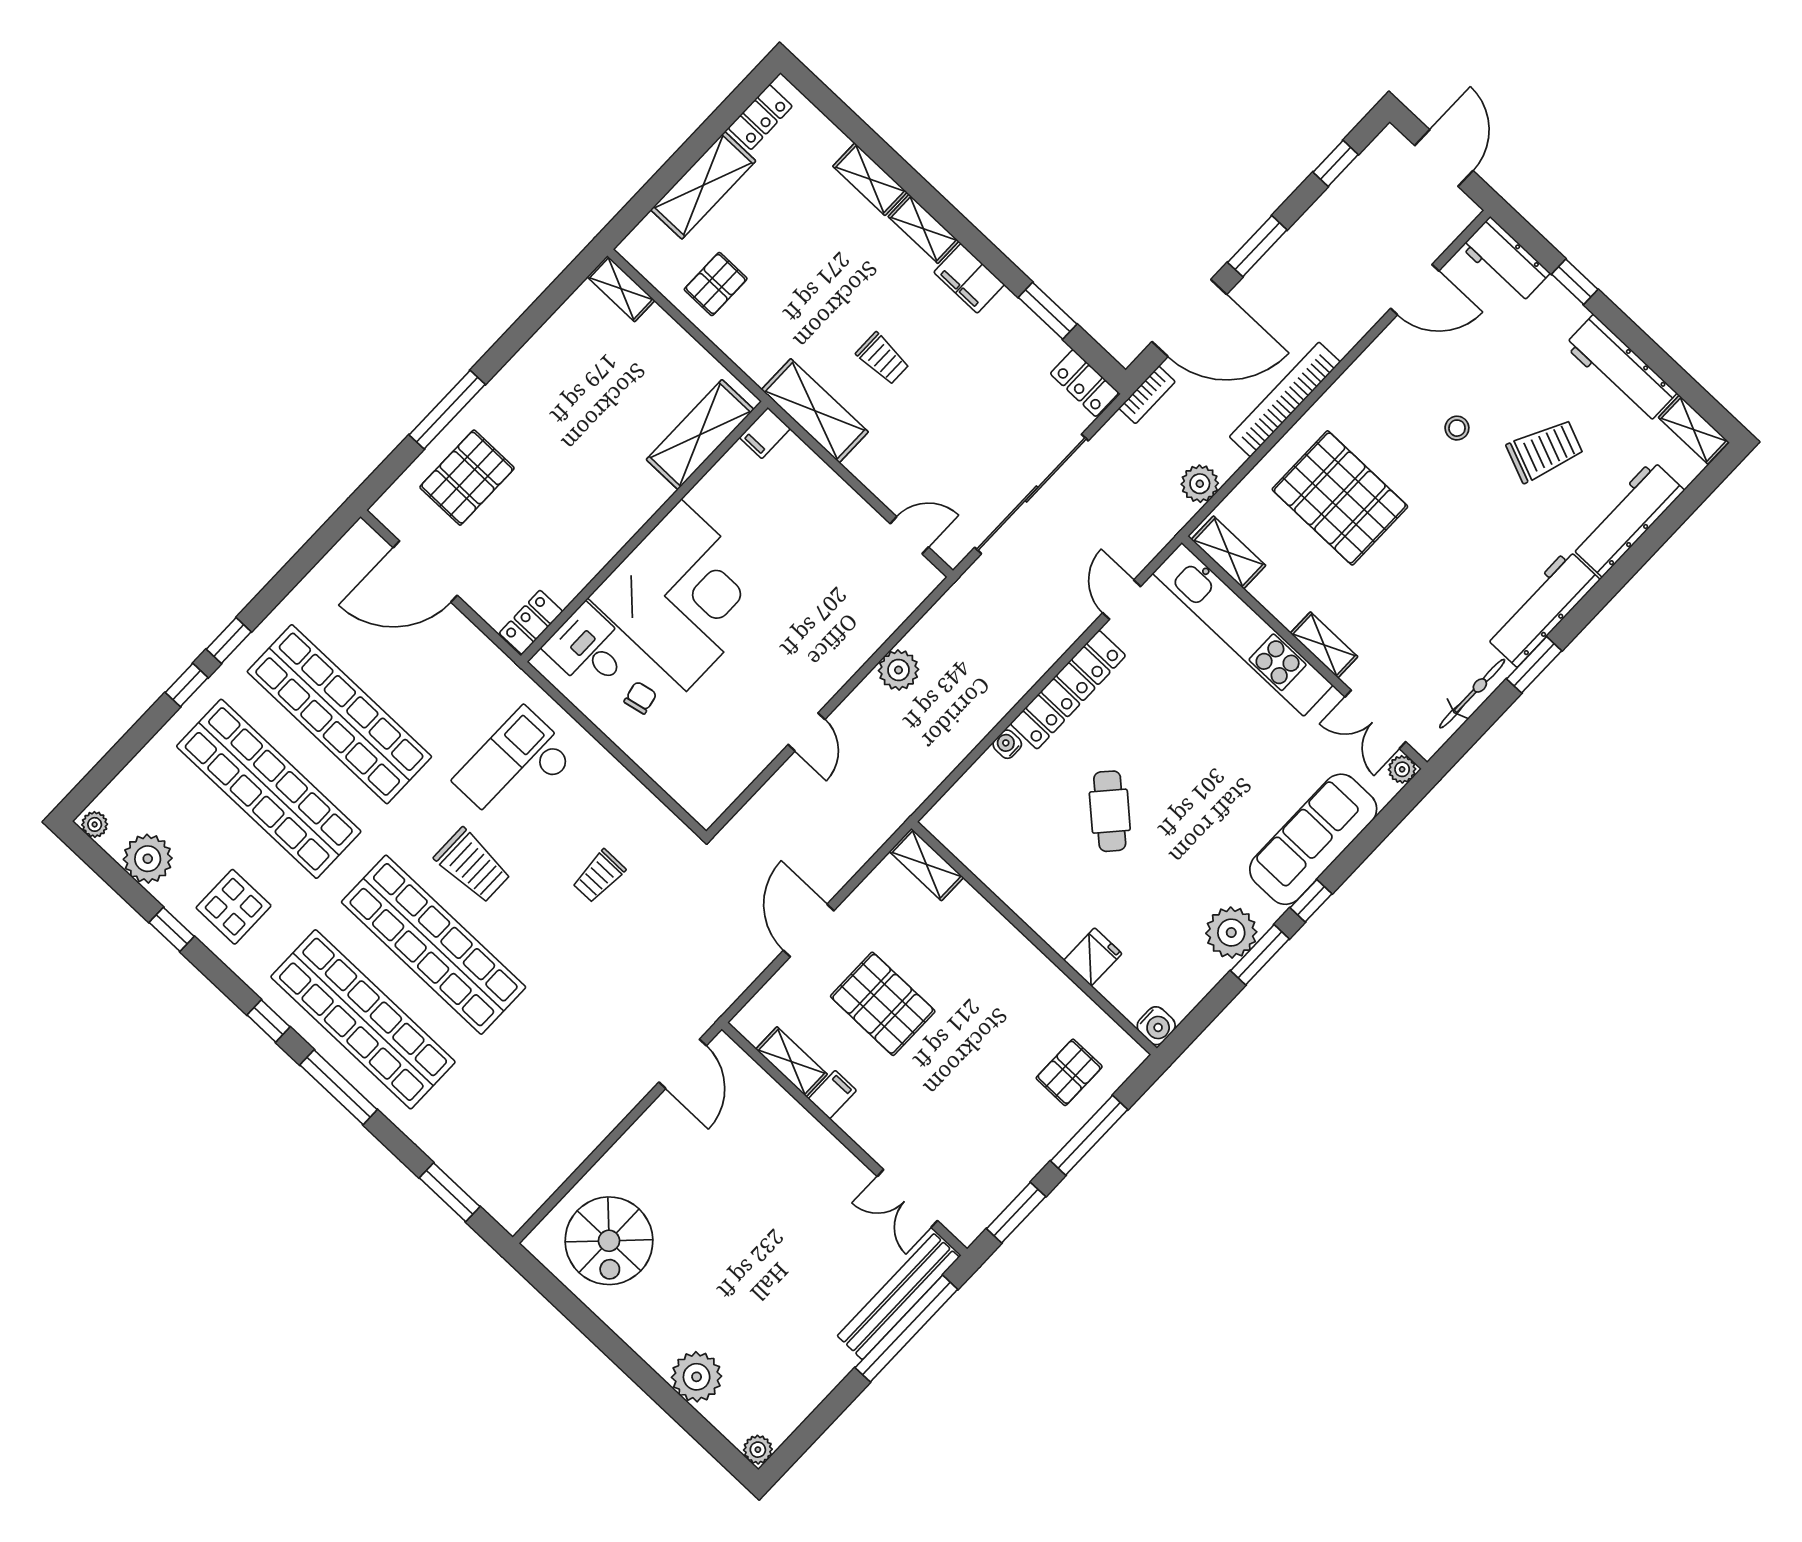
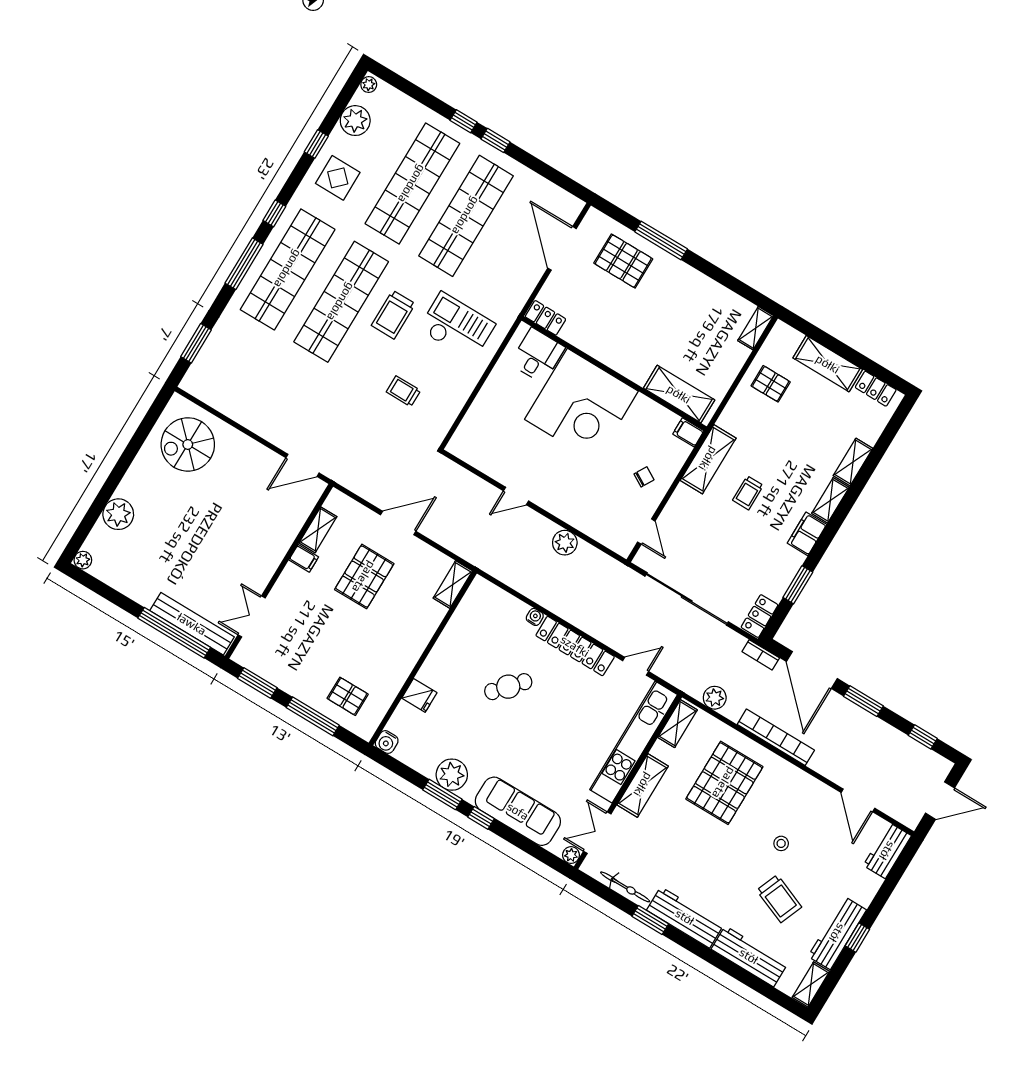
window: (1575, 282) -> (857, 938), moved
shelving: (1324, 645) -> (643, 785), width x1.50, depth x1.33
chair: (640, 698) -> (644, 477), moved, turned -48

